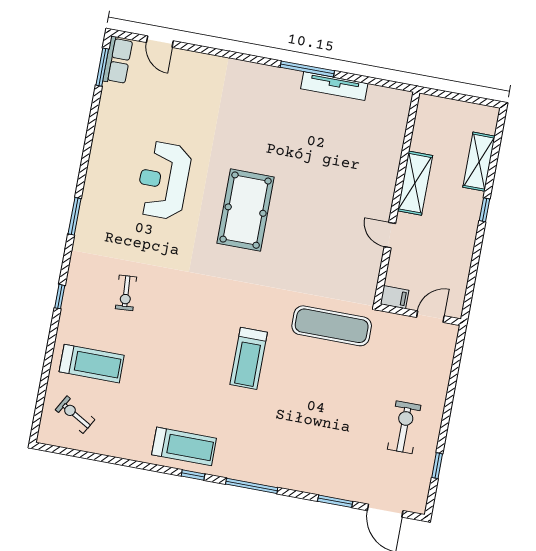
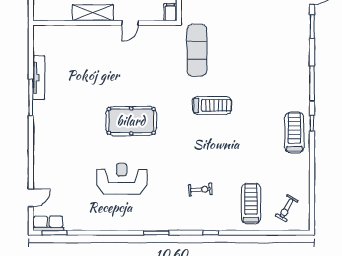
reception desk: (163, 180) -> (122, 179), turned 180
treadmill: (249, 358) -> (212, 105), moved

